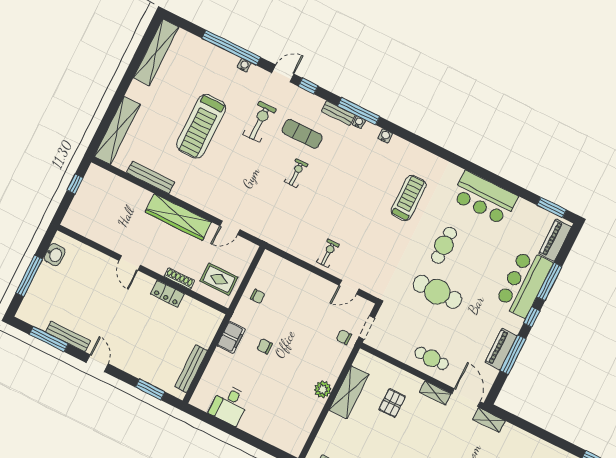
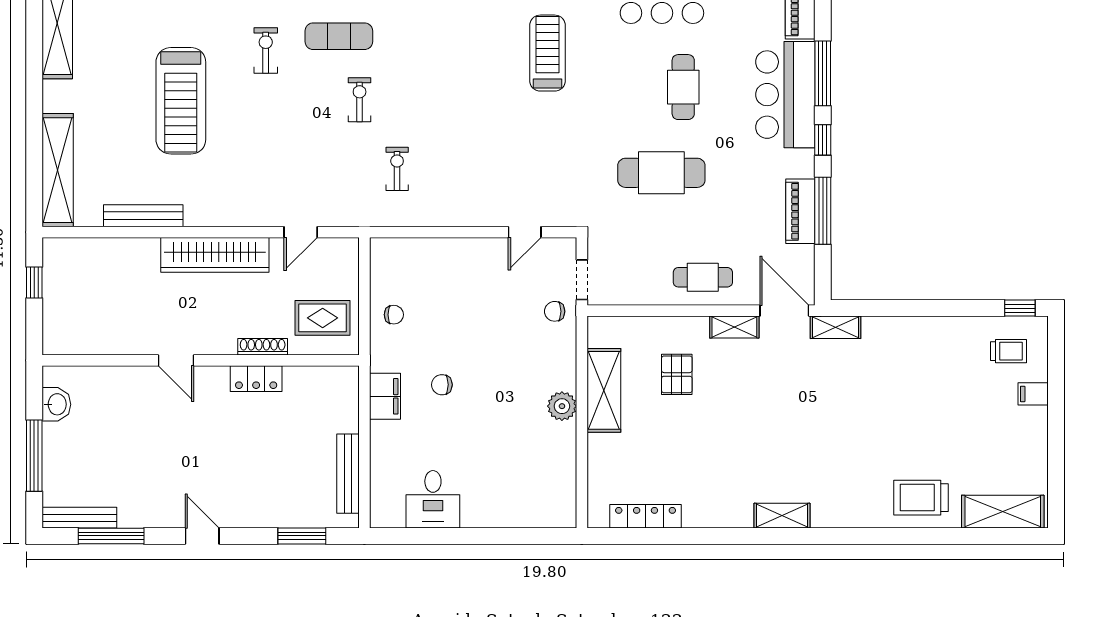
exercise bike: (260, 122) -> (266, 50), width x0.73, depth x0.72
cafe table: (444, 245) -> (683, 87), moved
exercise bike: (328, 253) -> (397, 169), moved
bench: (68, 336) -> (79, 518), moved

